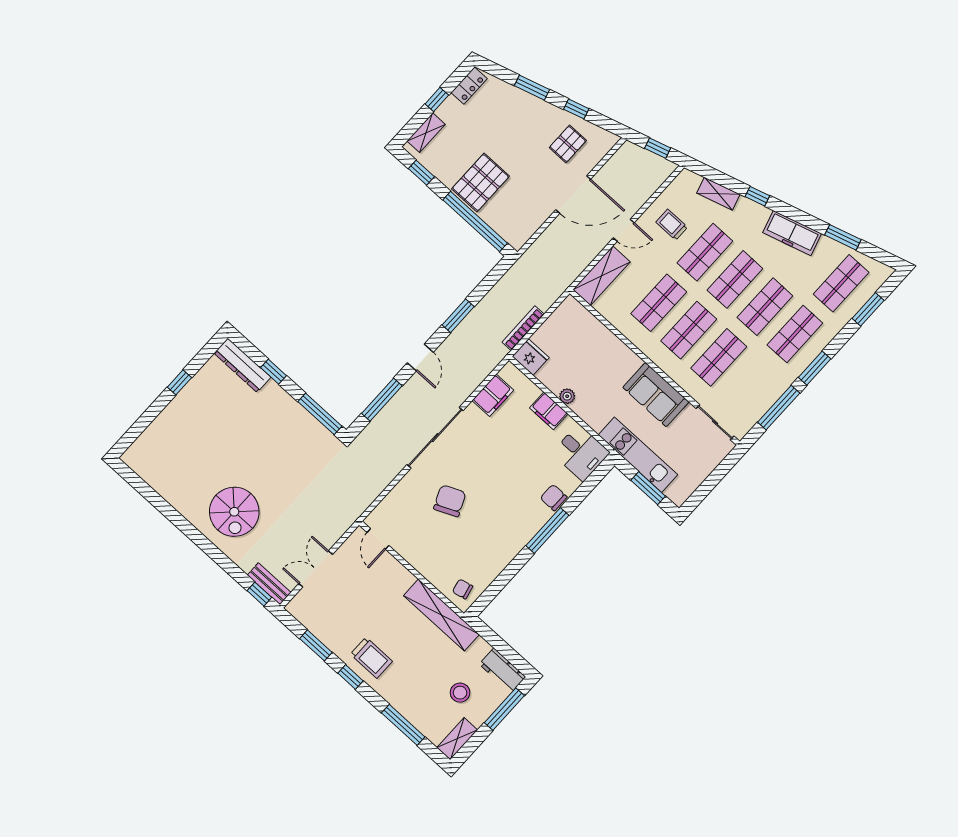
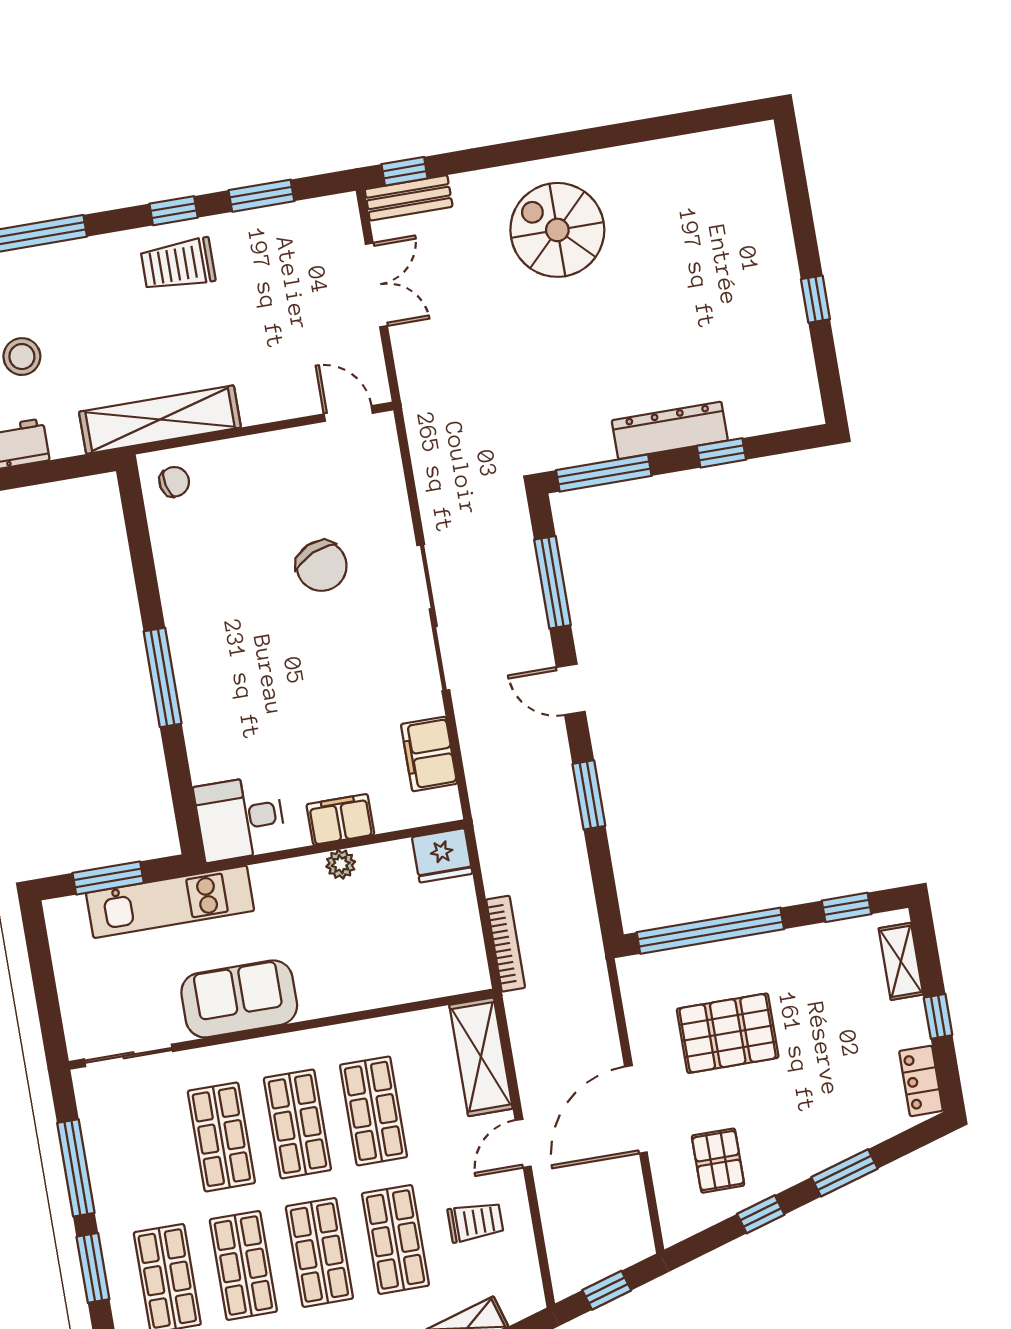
pallet: (481, 183) -> (728, 1033), moved, turned 90
bookcase: (523, 328) -> (506, 944), moved
dresser: (242, 365) -> (670, 430), moved
chair: (554, 498) -> (205, 725), removed

